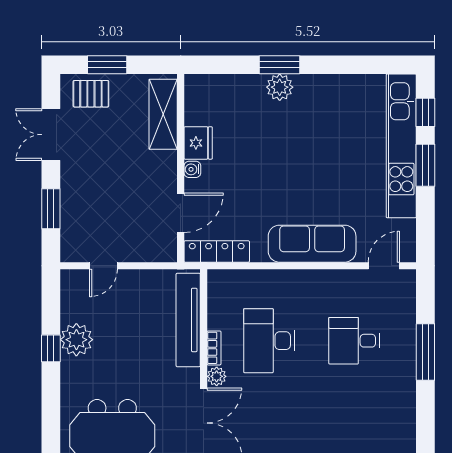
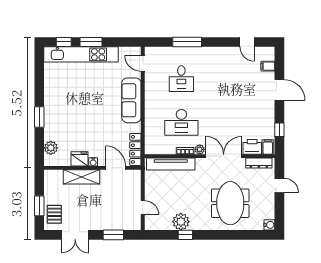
plant: (280, 87) -> (51, 148), moved
shelving: (163, 114) -> (81, 177), moved

